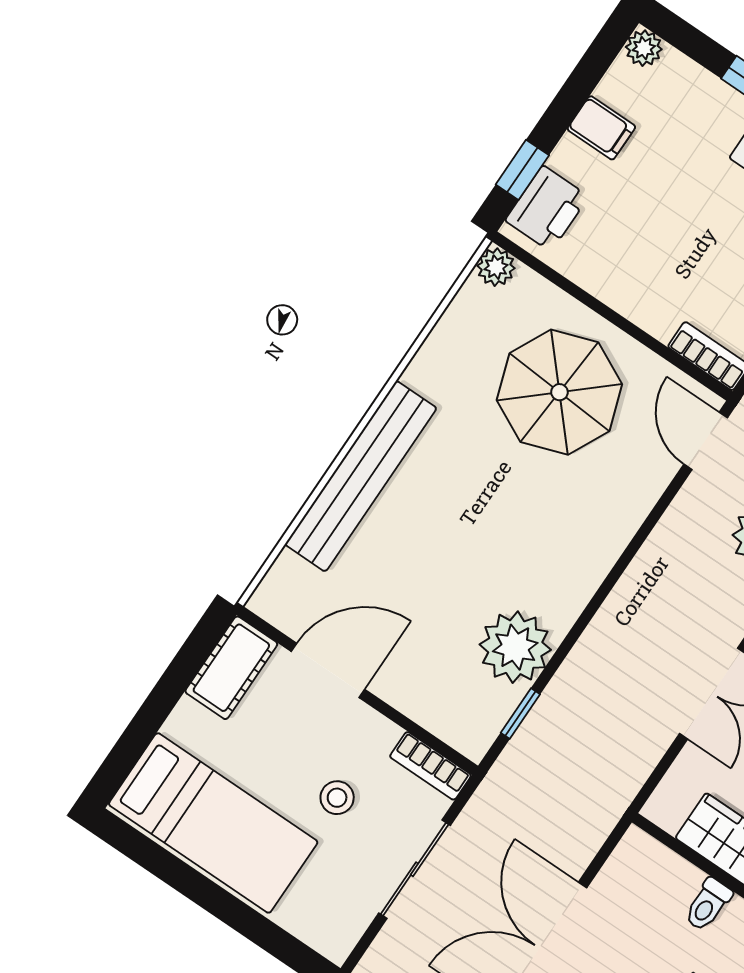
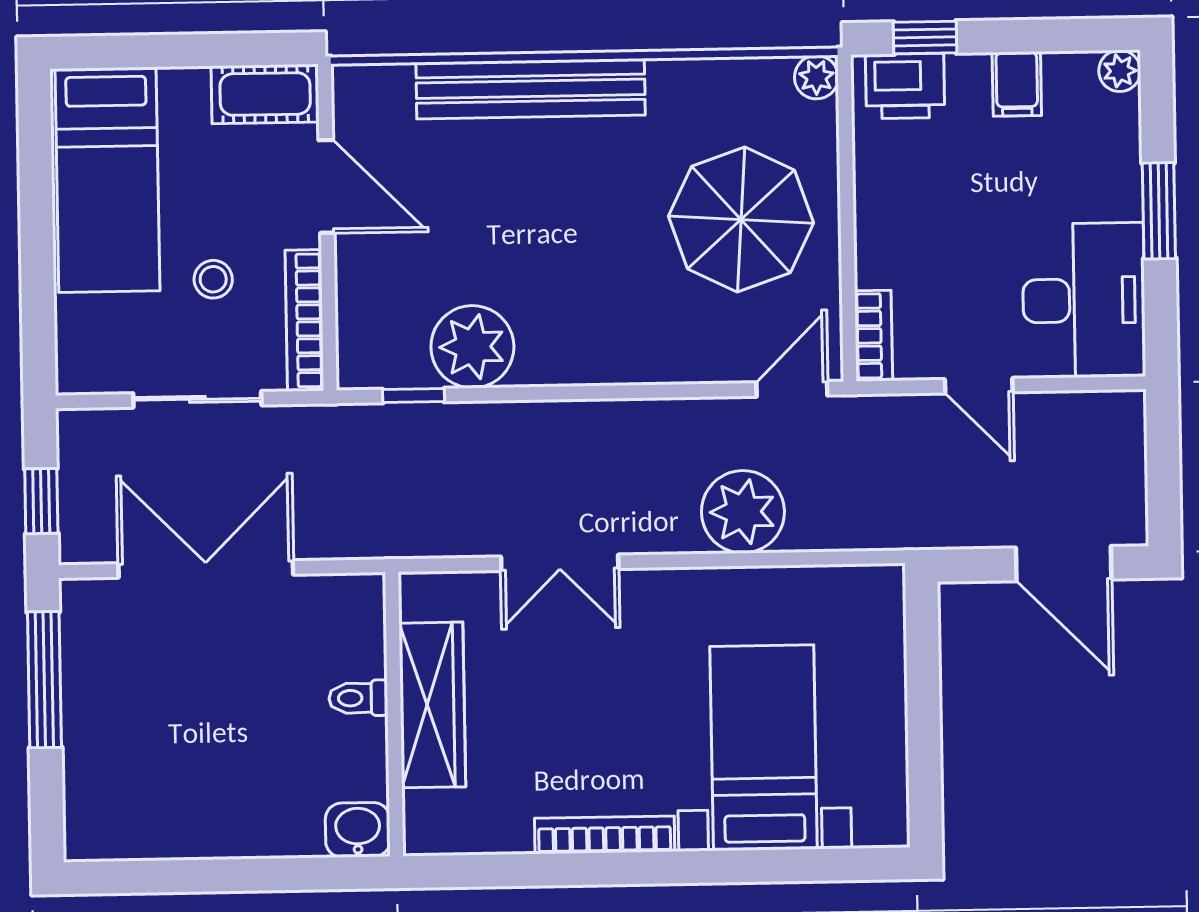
bookcase: (430, 766) -> (304, 320), width x1.56

